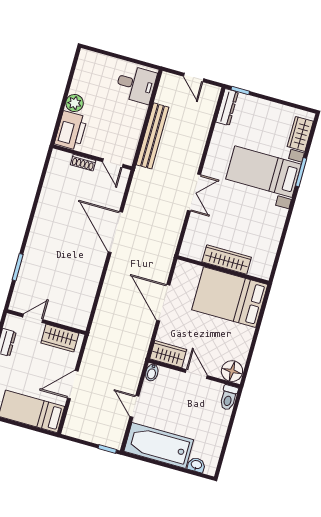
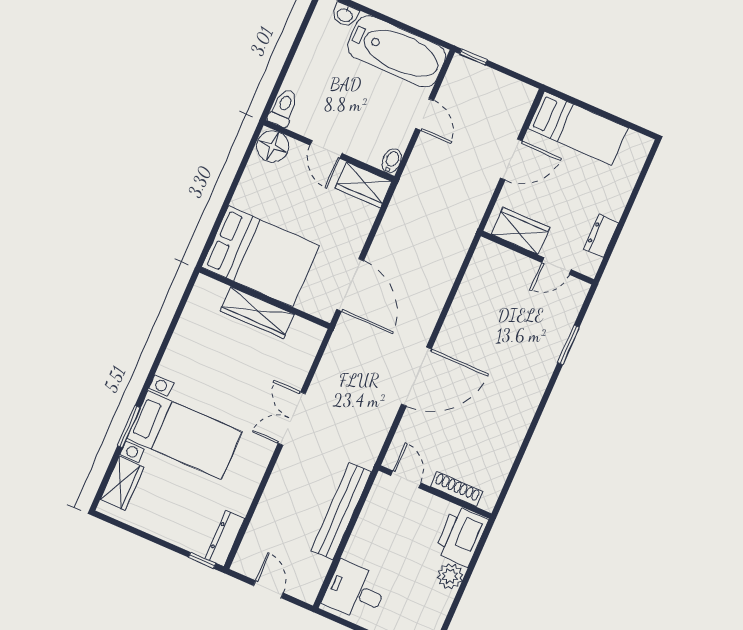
shoe rack: (83, 163) -> (457, 489), width x1.43
door: (115, 232) -> (416, 377), hinge flipped
door: (163, 303) -> (350, 285), moved

